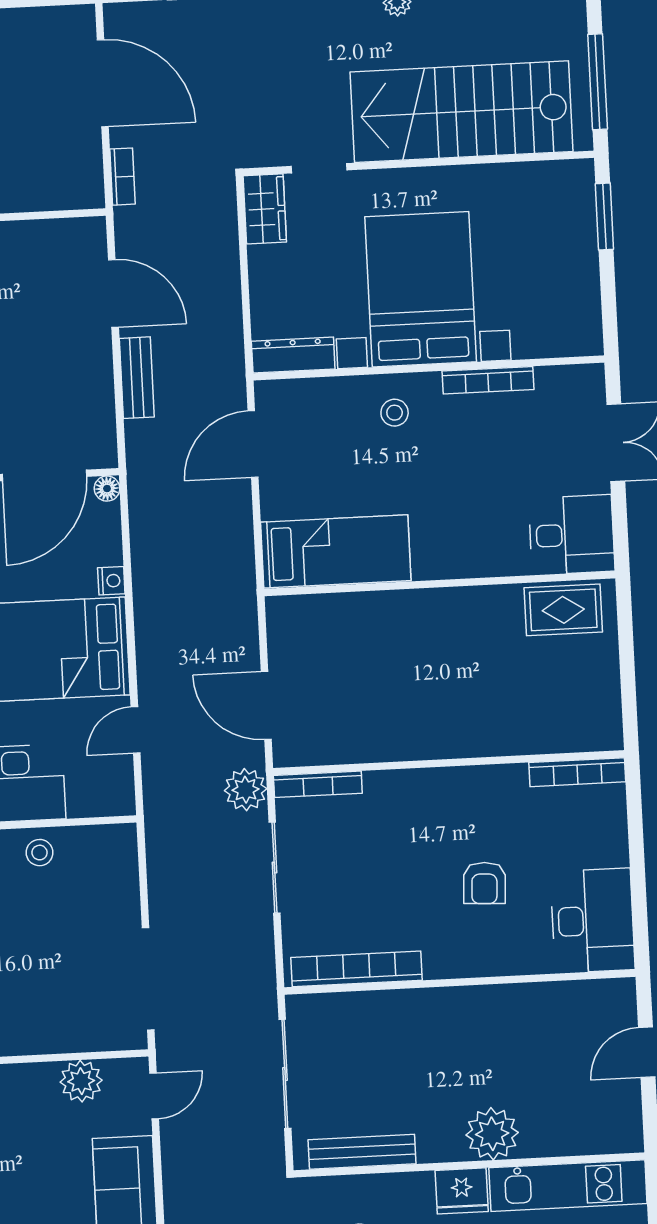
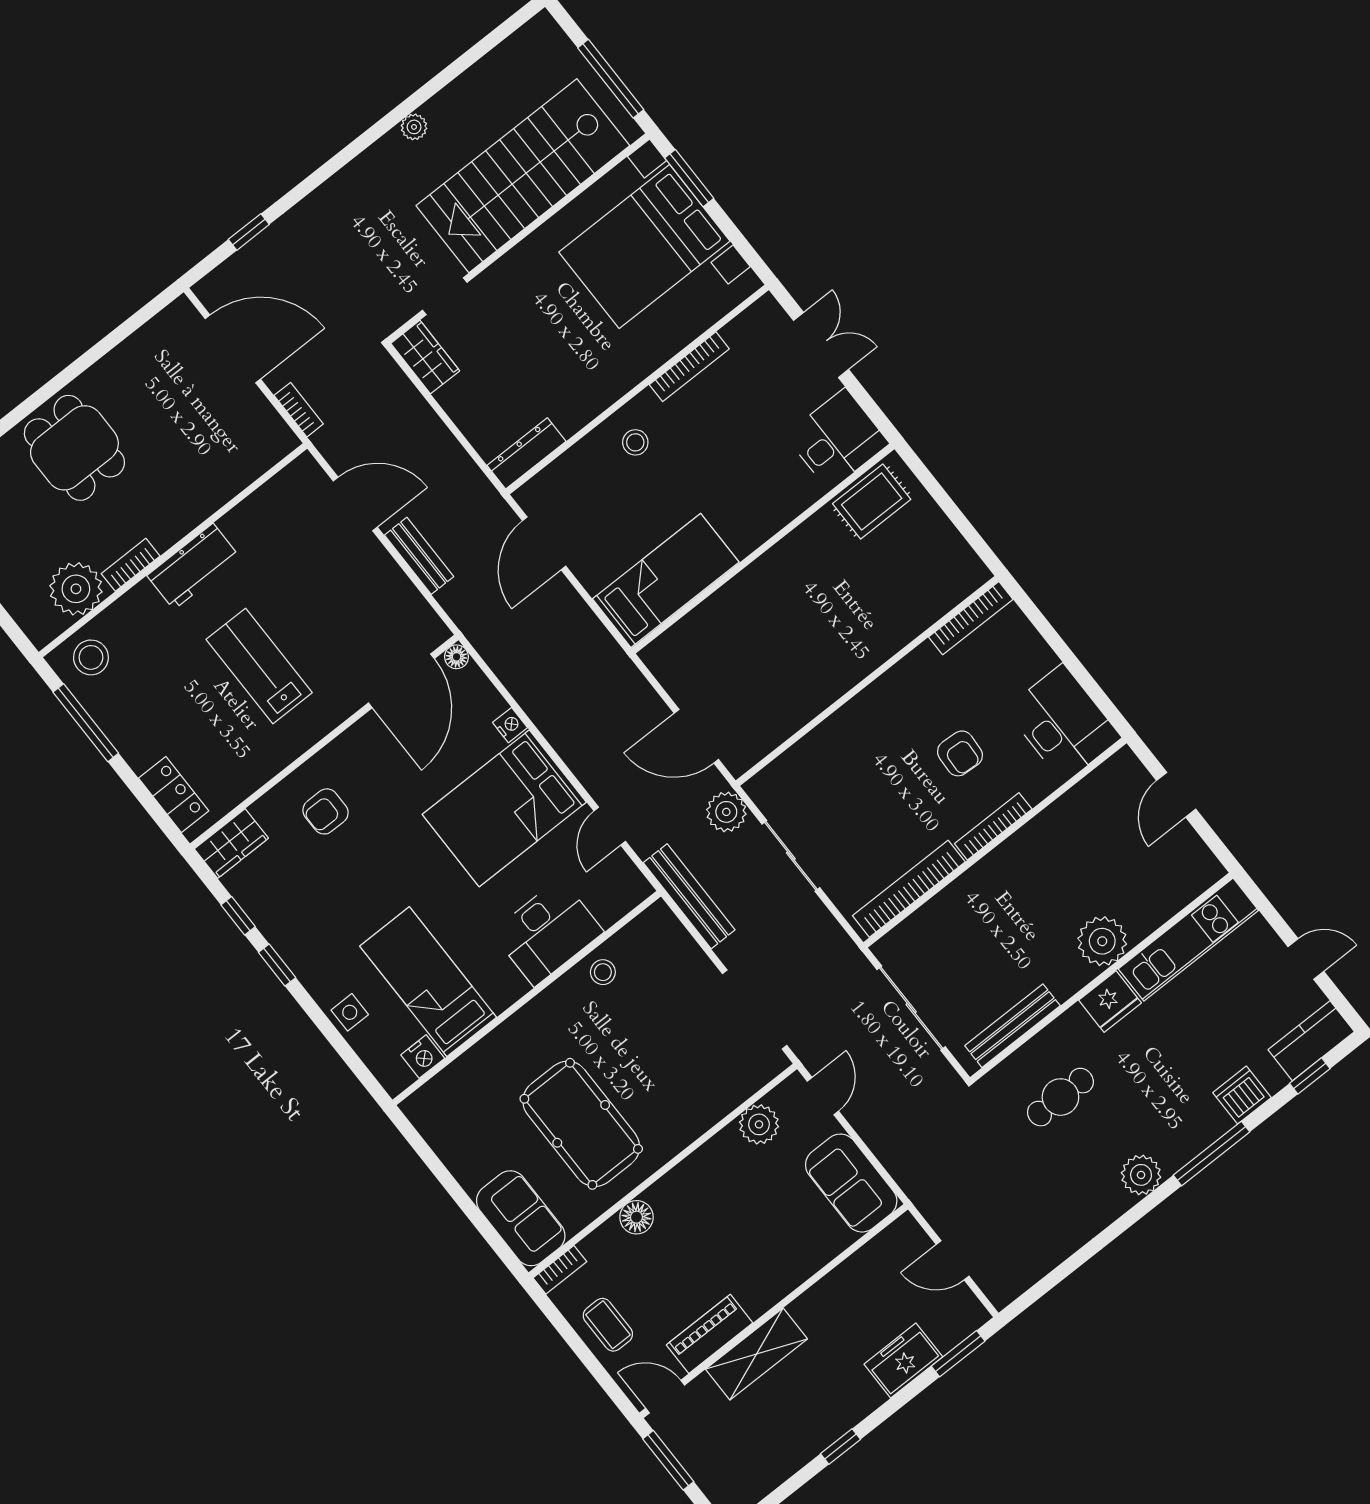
bed with nightstands: (421, 289) -> (644, 247), moved, turned -90
bookcase: (318, 784) -> (993, 826), moved, turned 180
bench: (161, 840) -> (689, 896), added

